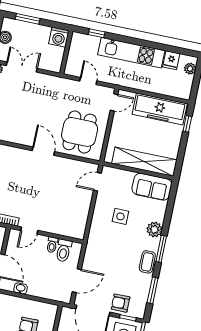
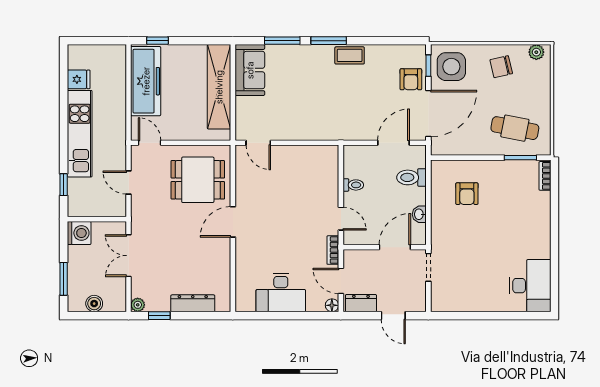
double door: (22, 67) -> (129, 256), moved
plant: (190, 69) -> (85, 52), removed
door: (88, 81) -> (129, 182), hinge flipped
side table: (120, 216) -> (297, 103), removed
plant: (154, 230) -> (305, 55), removed
toilet: (64, 251) -> (411, 177), moved, turned 180
door: (77, 281) -> (394, 143), hinge flipped
window: (153, 290) -> (282, 41), moved

